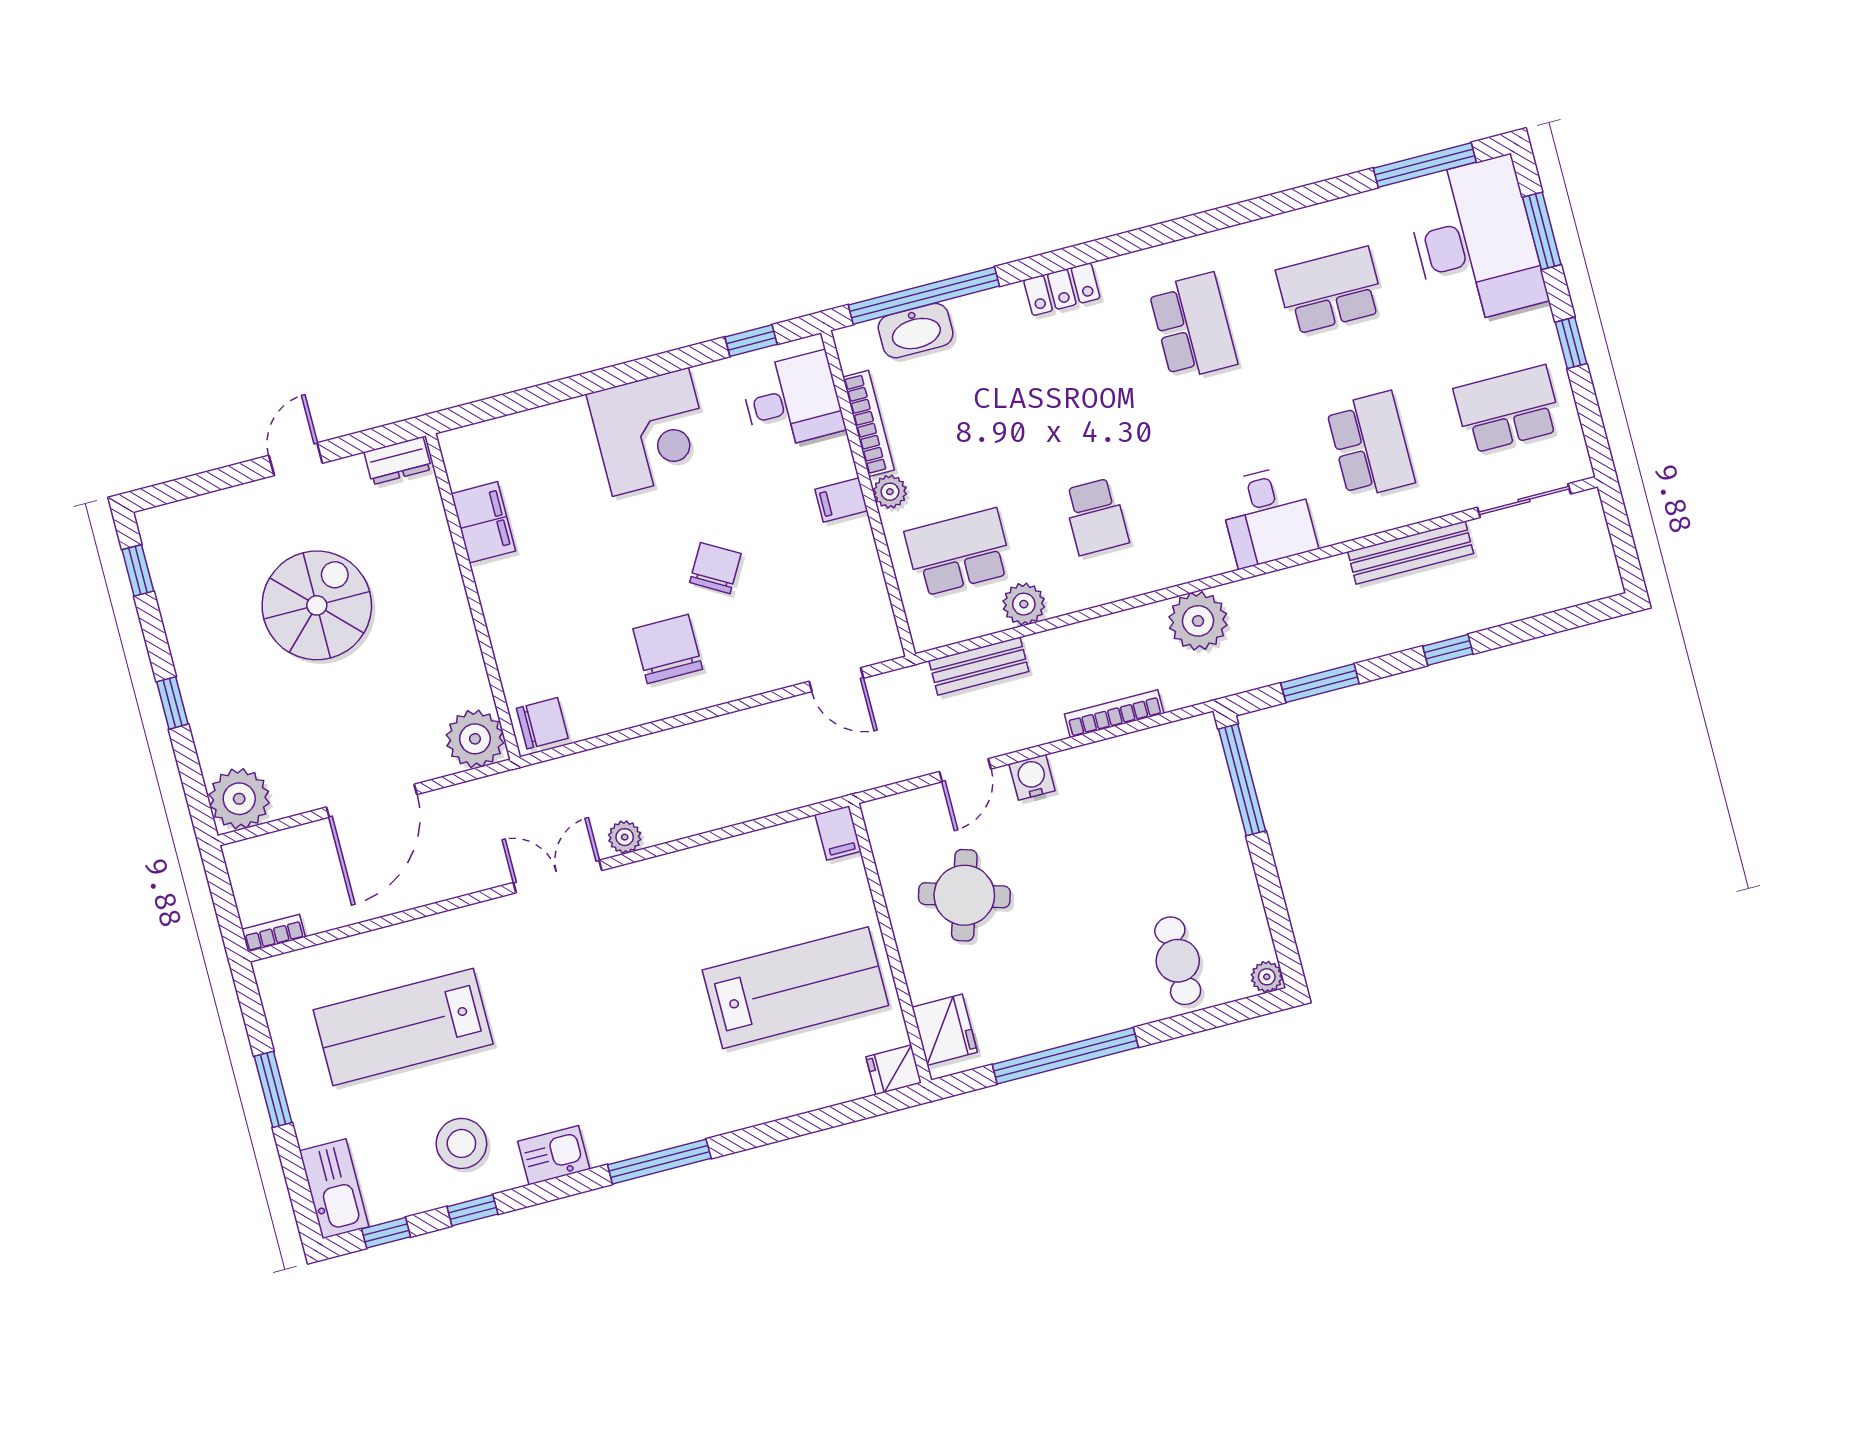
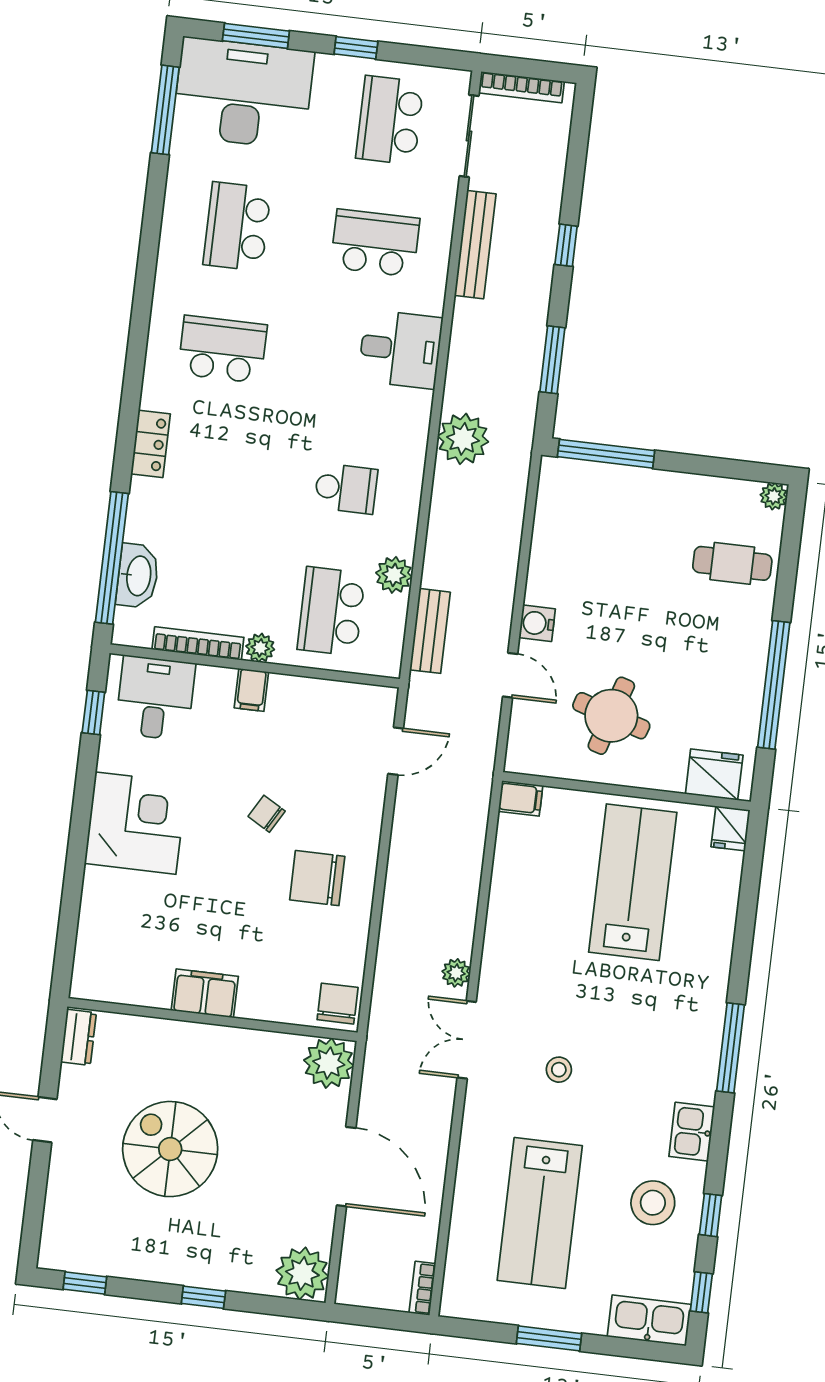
filing cabinet: (483, 522) -> (205, 993), moved
chair: (715, 568) -> (267, 814), width x0.73, depth x0.73
bookcase: (1114, 714) -> (521, 87), moved, turned -90
stool: (564, 987) -> (559, 1070), added

